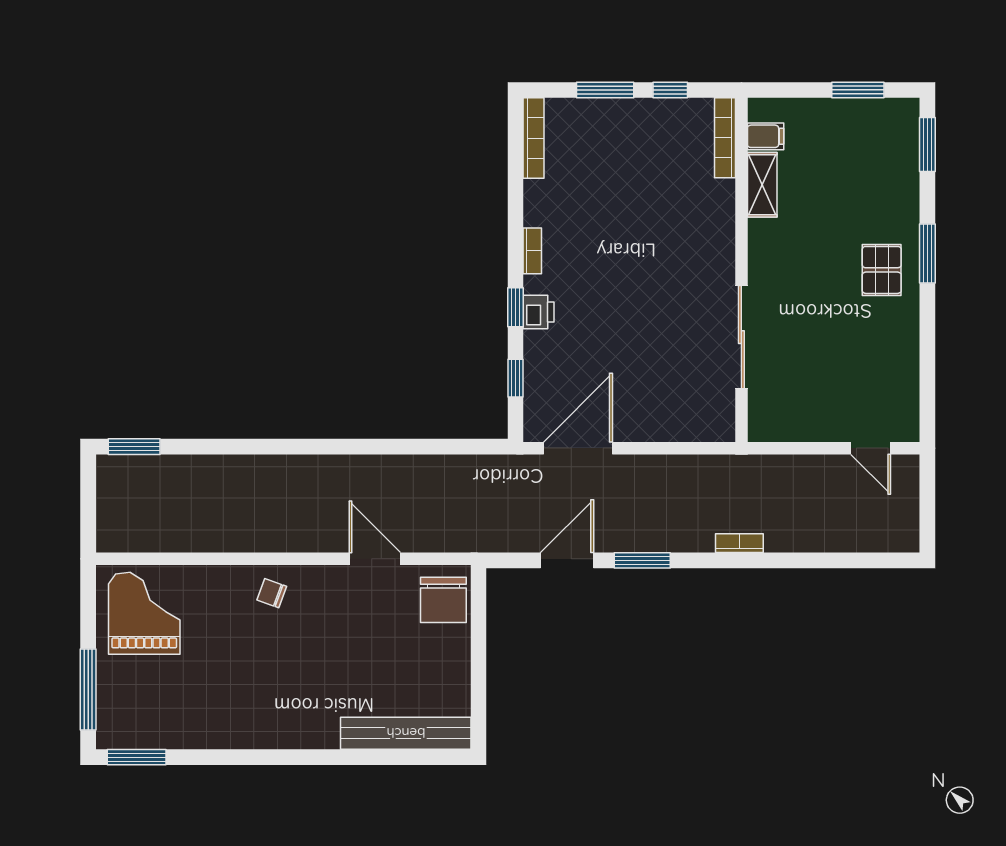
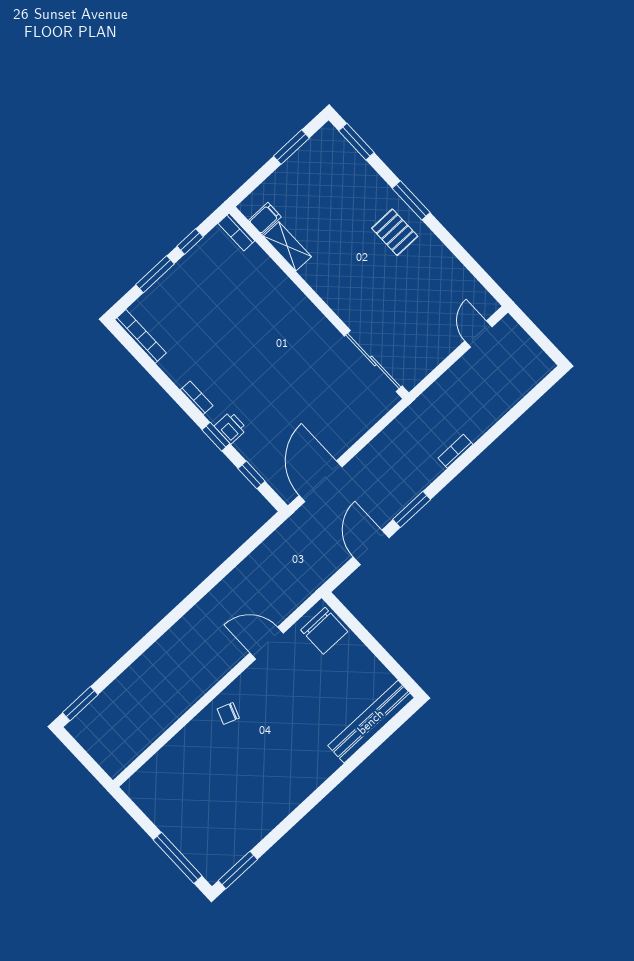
bookcase: (725, 138) -> (236, 232), width x0.64
sliding door: (741, 337) -> (373, 361), moved
door: (871, 448) -> (478, 334), swing flipped
grand piano: (144, 613) -> (170, 789), removed

